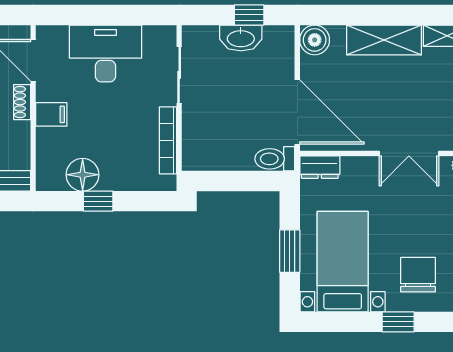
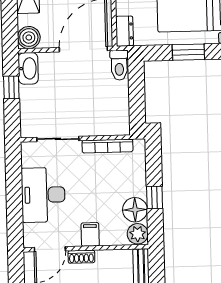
washbasin: (241, 38) -> (28, 68), moved
plant: (50, 177) -> (138, 234), added

